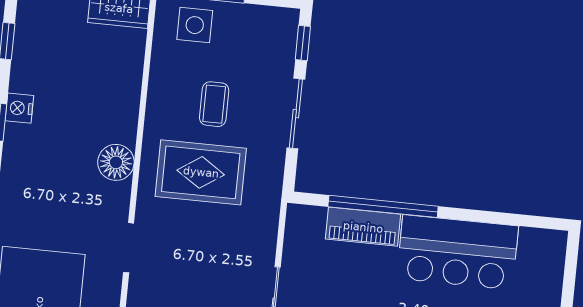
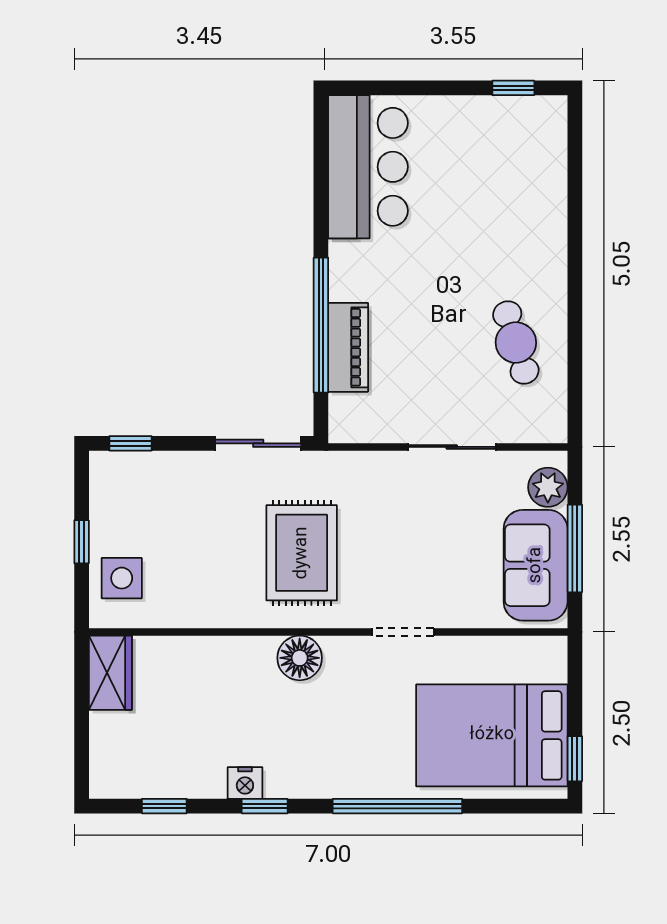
coffee table: (214, 104) -> (216, 545), removed
sliding door: (296, 114) -> (258, 443), moved
bar counter: (458, 252) -> (368, 167), moved

